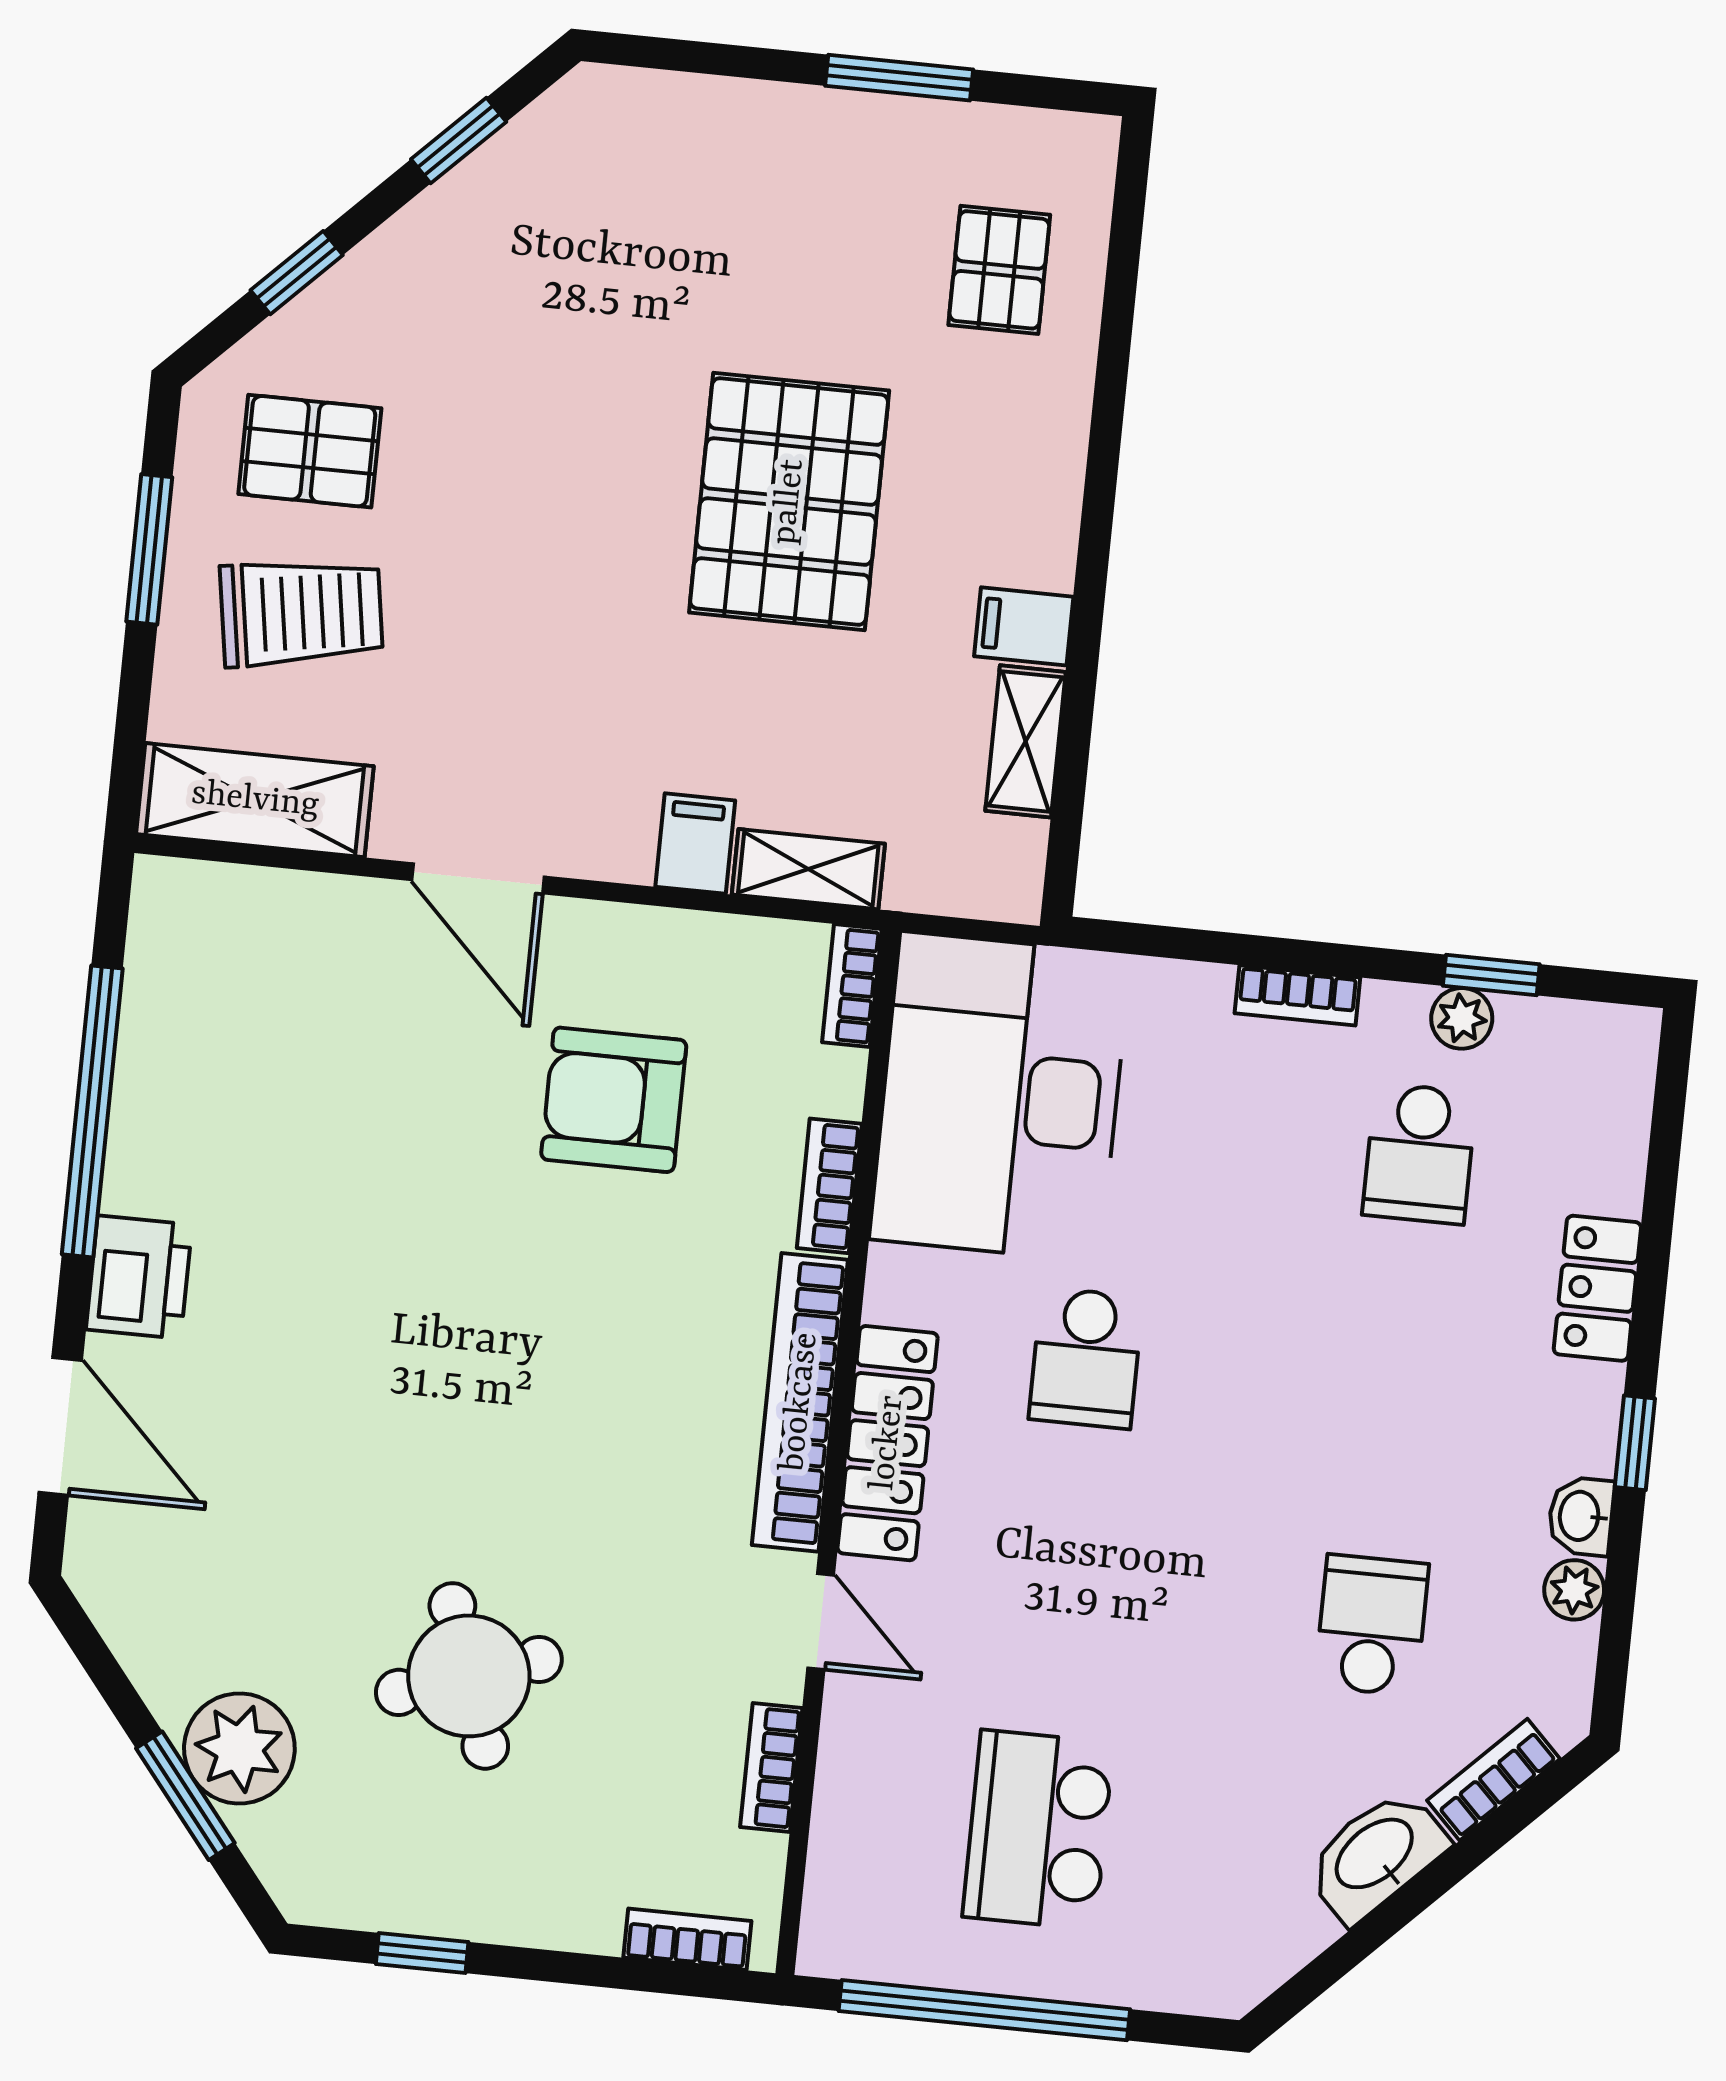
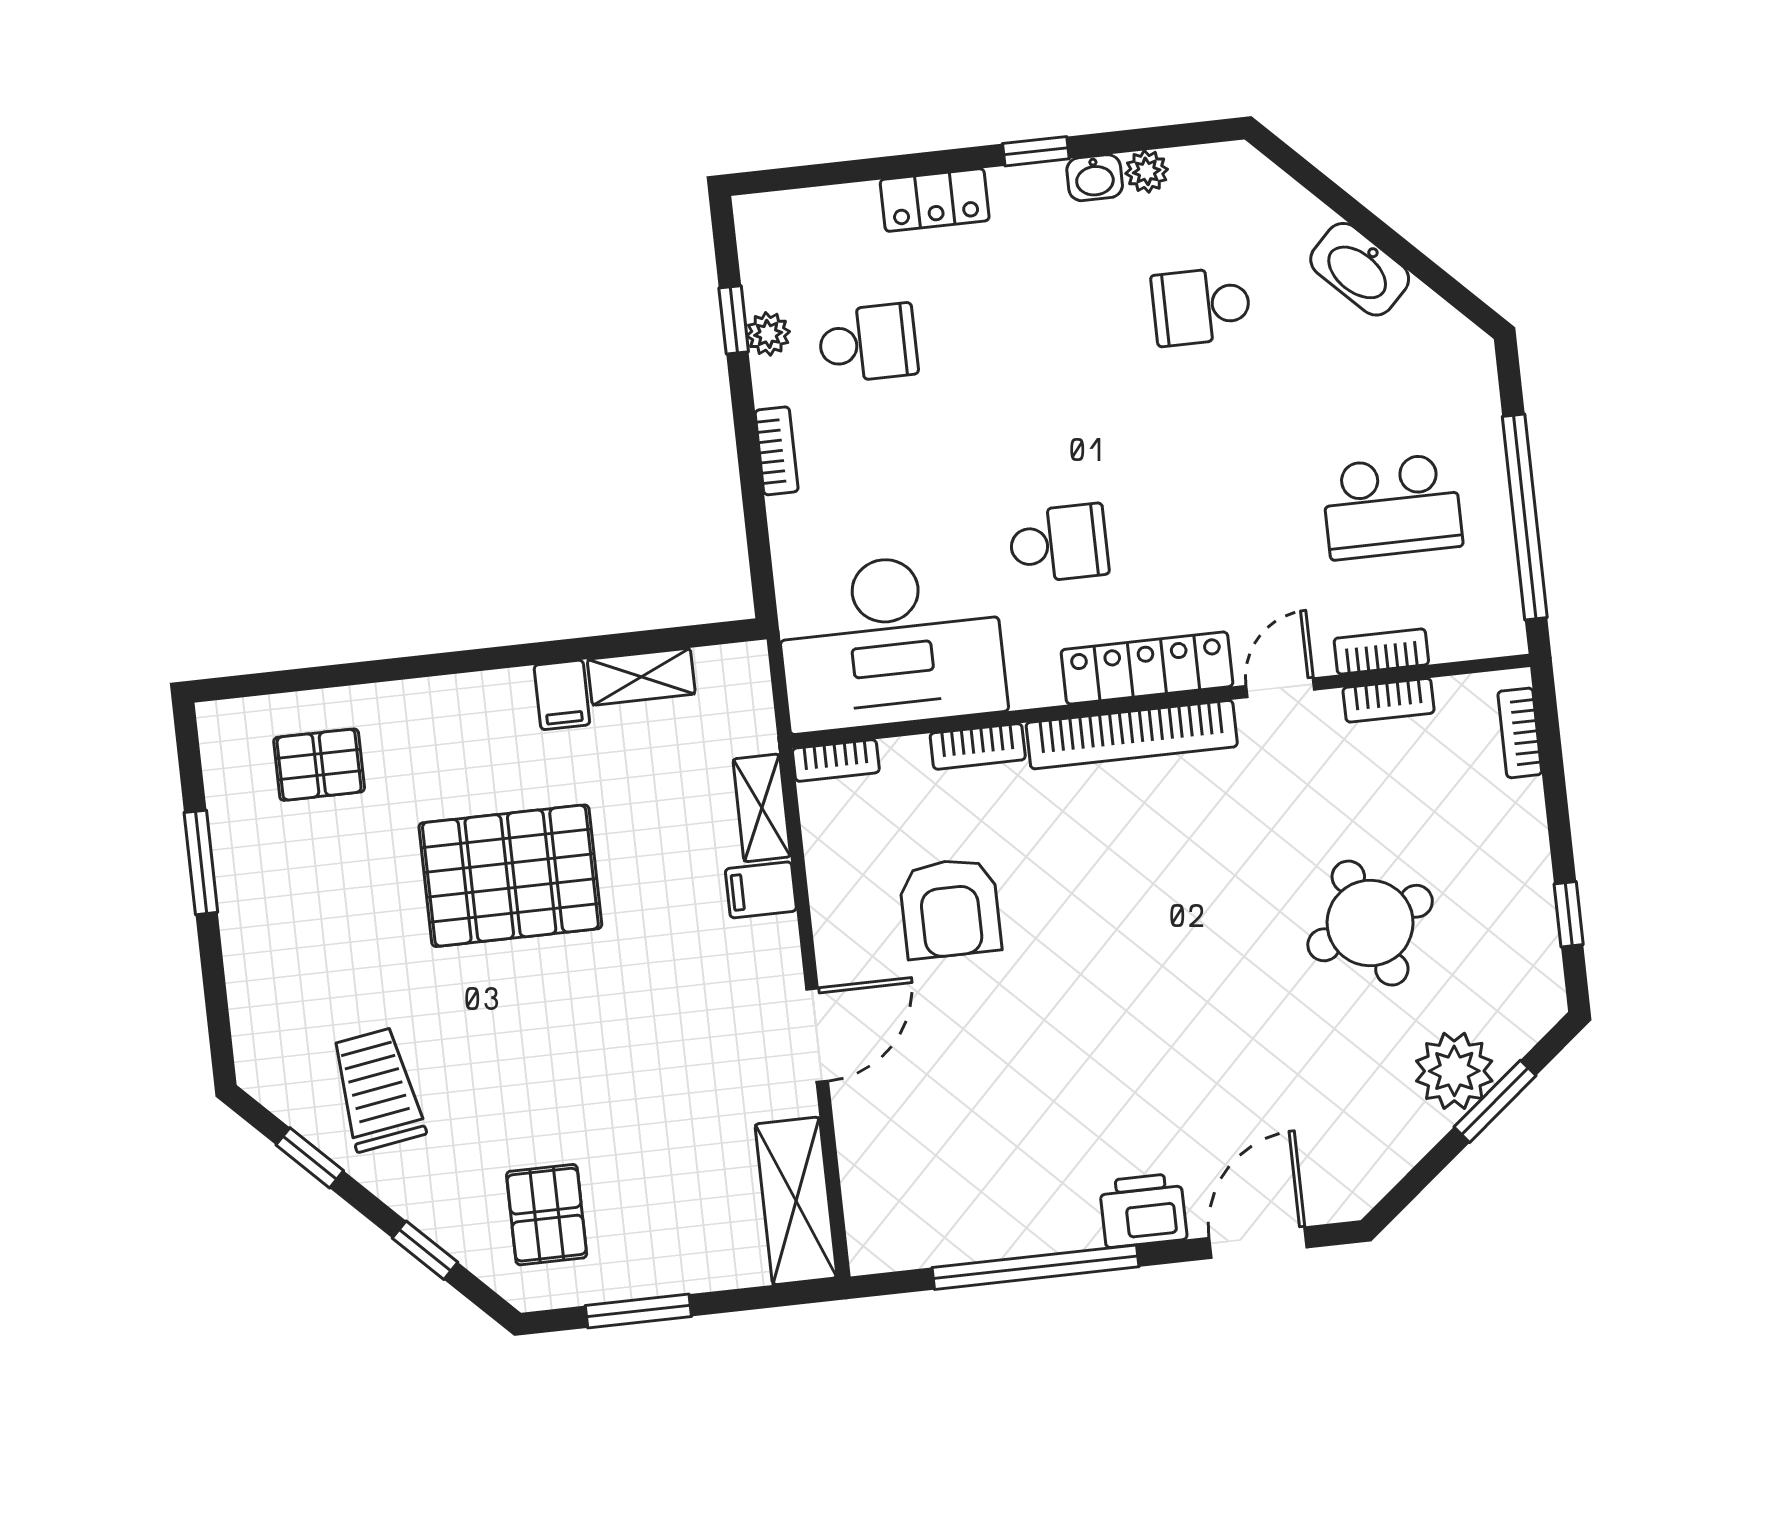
trolley: (301, 613) -> (377, 1090), moved
bookcase: (1494, 1780) -> (1381, 651), moved, turned 135

